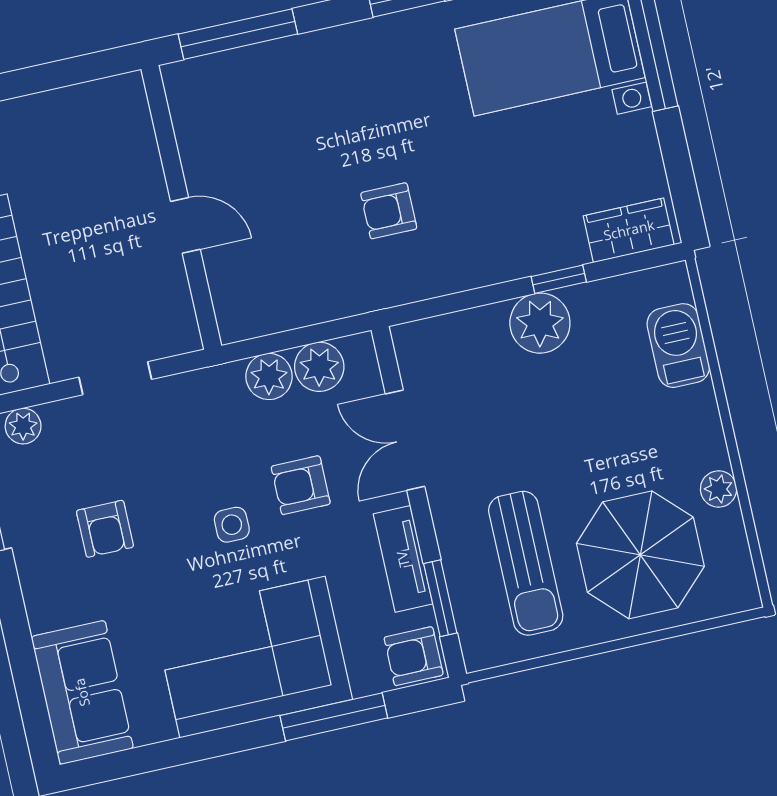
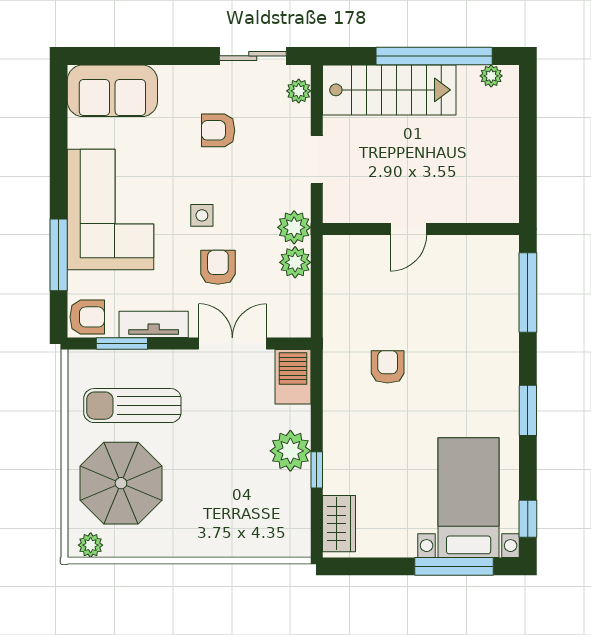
barbecue: (678, 346) -> (293, 377), moved, turned -90
plant: (319, 367) -> (294, 227), moved
plant: (719, 489) -> (91, 545), moved
armchair: (414, 656) -> (87, 317), turned 90

